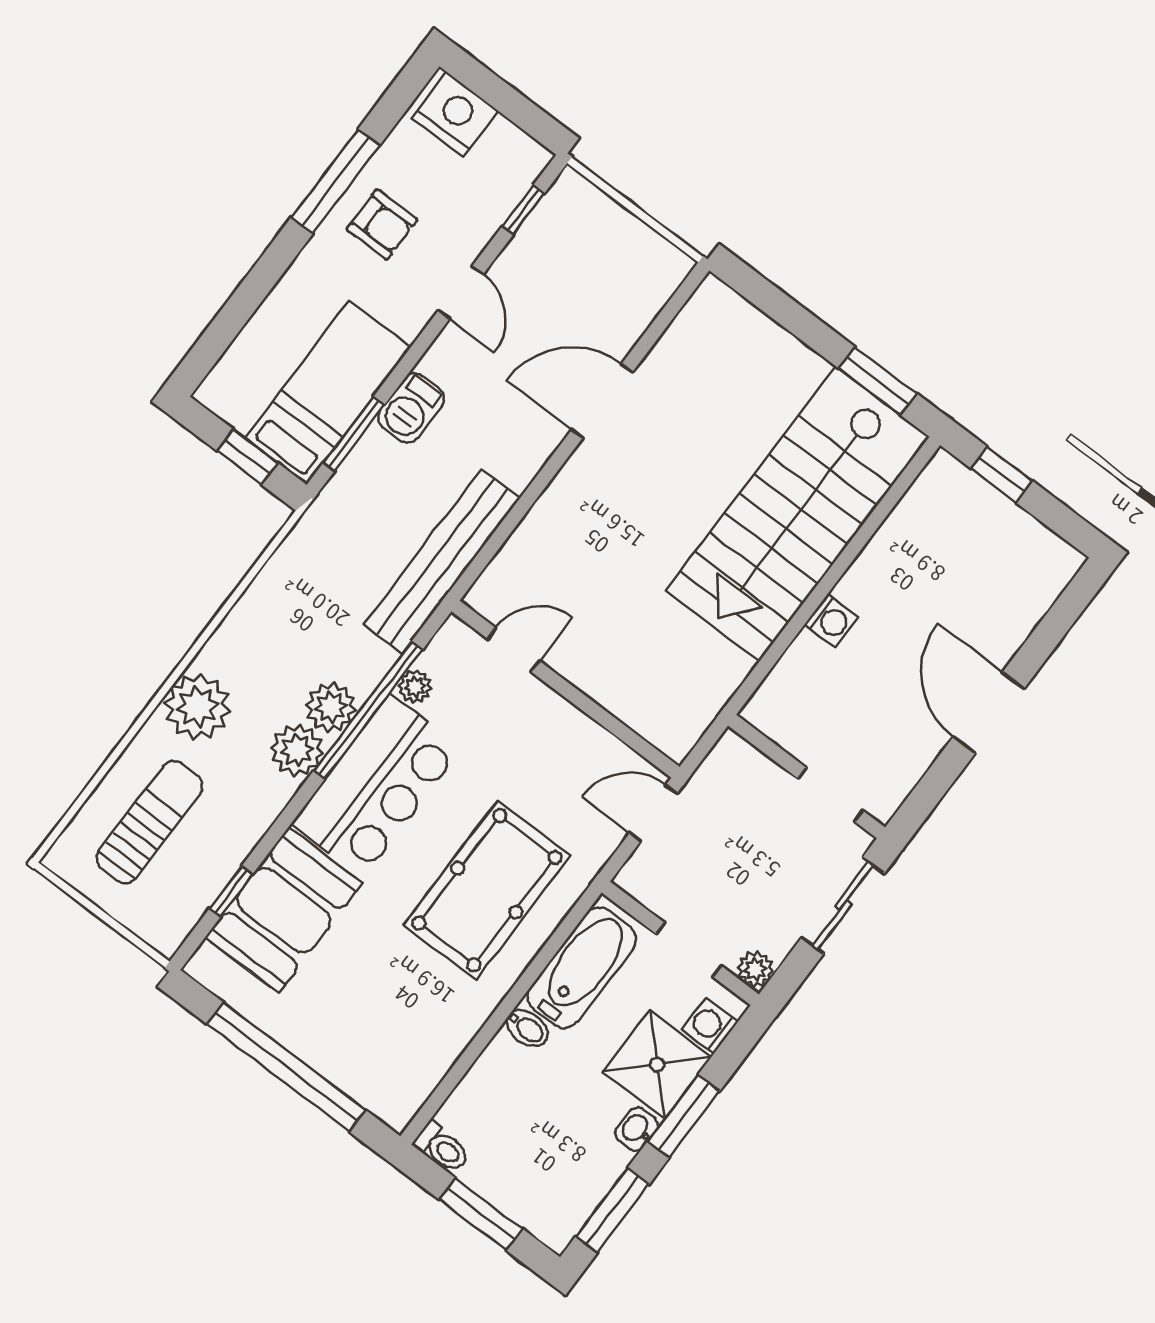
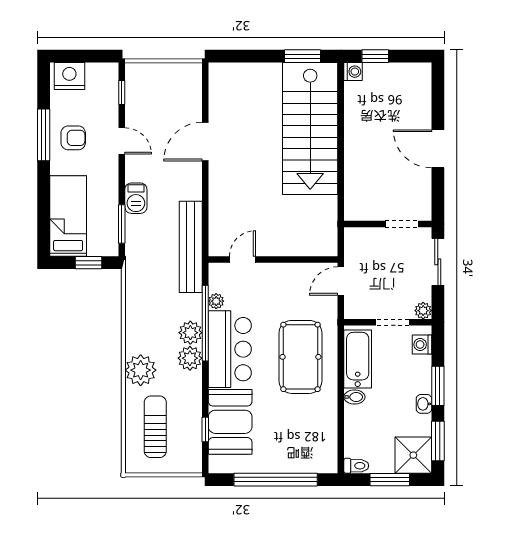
bed: (328, 393) -> (68, 216), moved
washing machine: (831, 621) -> (353, 72), moved
shower: (657, 1065) -> (413, 455), moved

